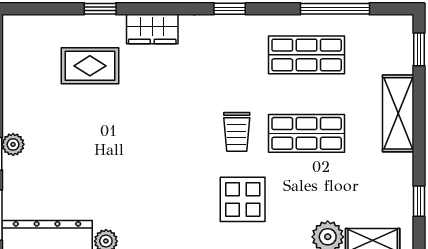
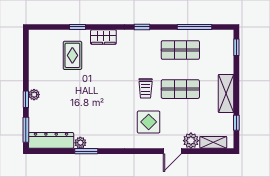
rug: (90, 66) -> (72, 55), turned 90
shelving: (398, 113) -> (226, 93), moved

